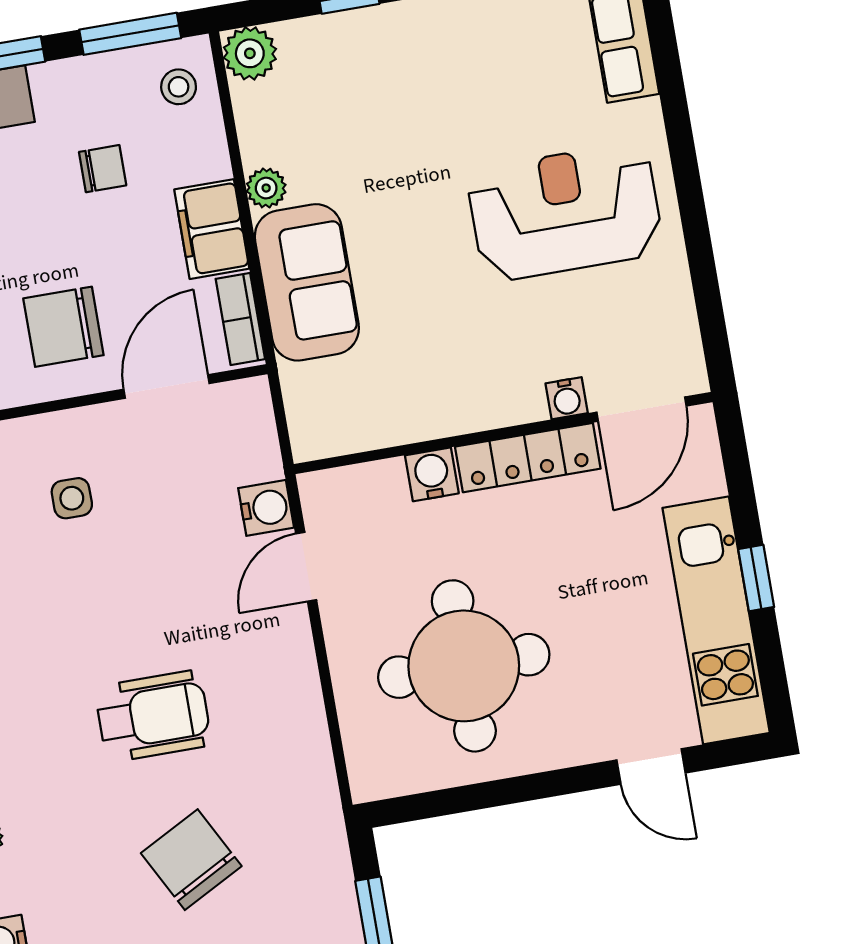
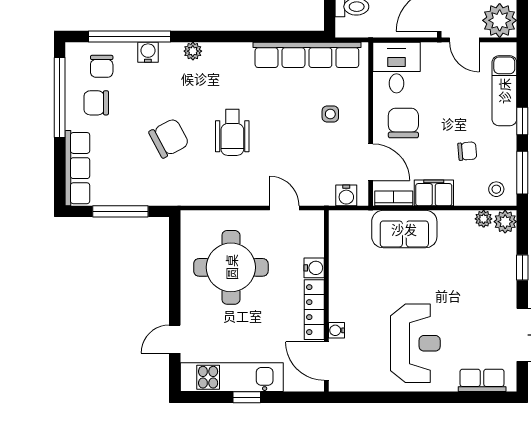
chair: (103, 169) -> (467, 151), turned -95
plant: (266, 188) -> (484, 219), moved
water cooler: (266, 508) -> (346, 195), moved

